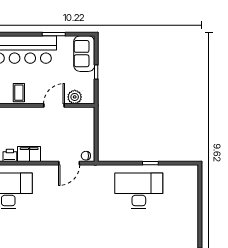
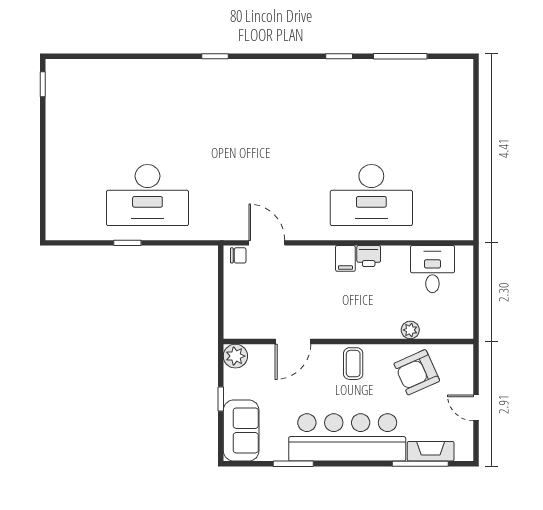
plant: (75, 97) -> (235, 356), moved
filing cabinet: (29, 154) -> (345, 258), width x0.50
door: (69, 163) -> (267, 243), hinge flipped

